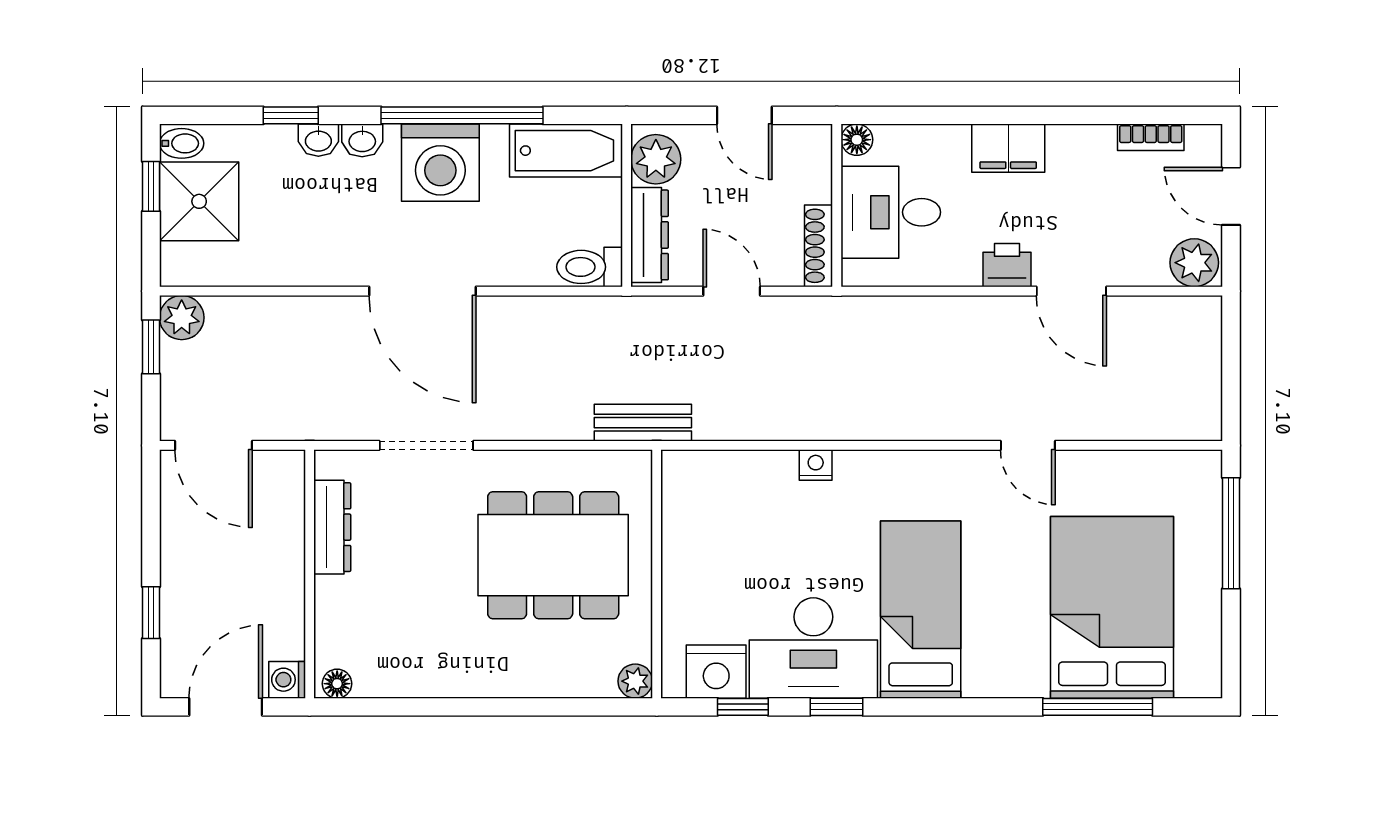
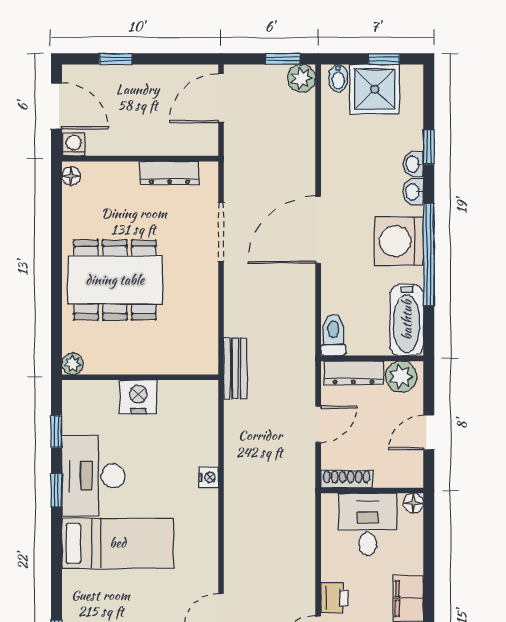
bidet: (182, 143) -> (338, 78), moved
dining table: (553, 555) -> (115, 280), moved, turned 90
nightstand: (716, 672) -> (138, 397), moved, turned 90

